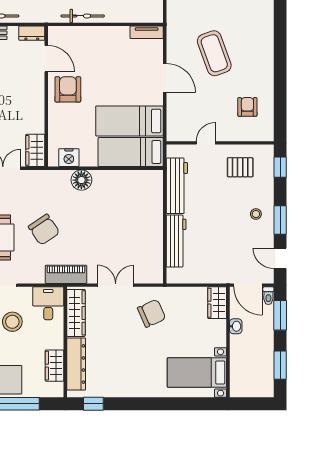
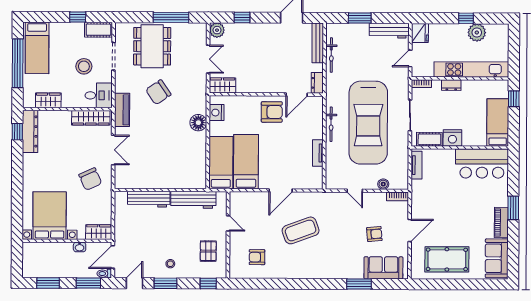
tv unit: (147, 32) -> (318, 153), moved
armchair: (247, 107) -> (257, 257), turned 180
dresser: (76, 364) -> (30, 131), moved, turned -90
bed with nightstands: (197, 372) -> (50, 216), width x1.36

